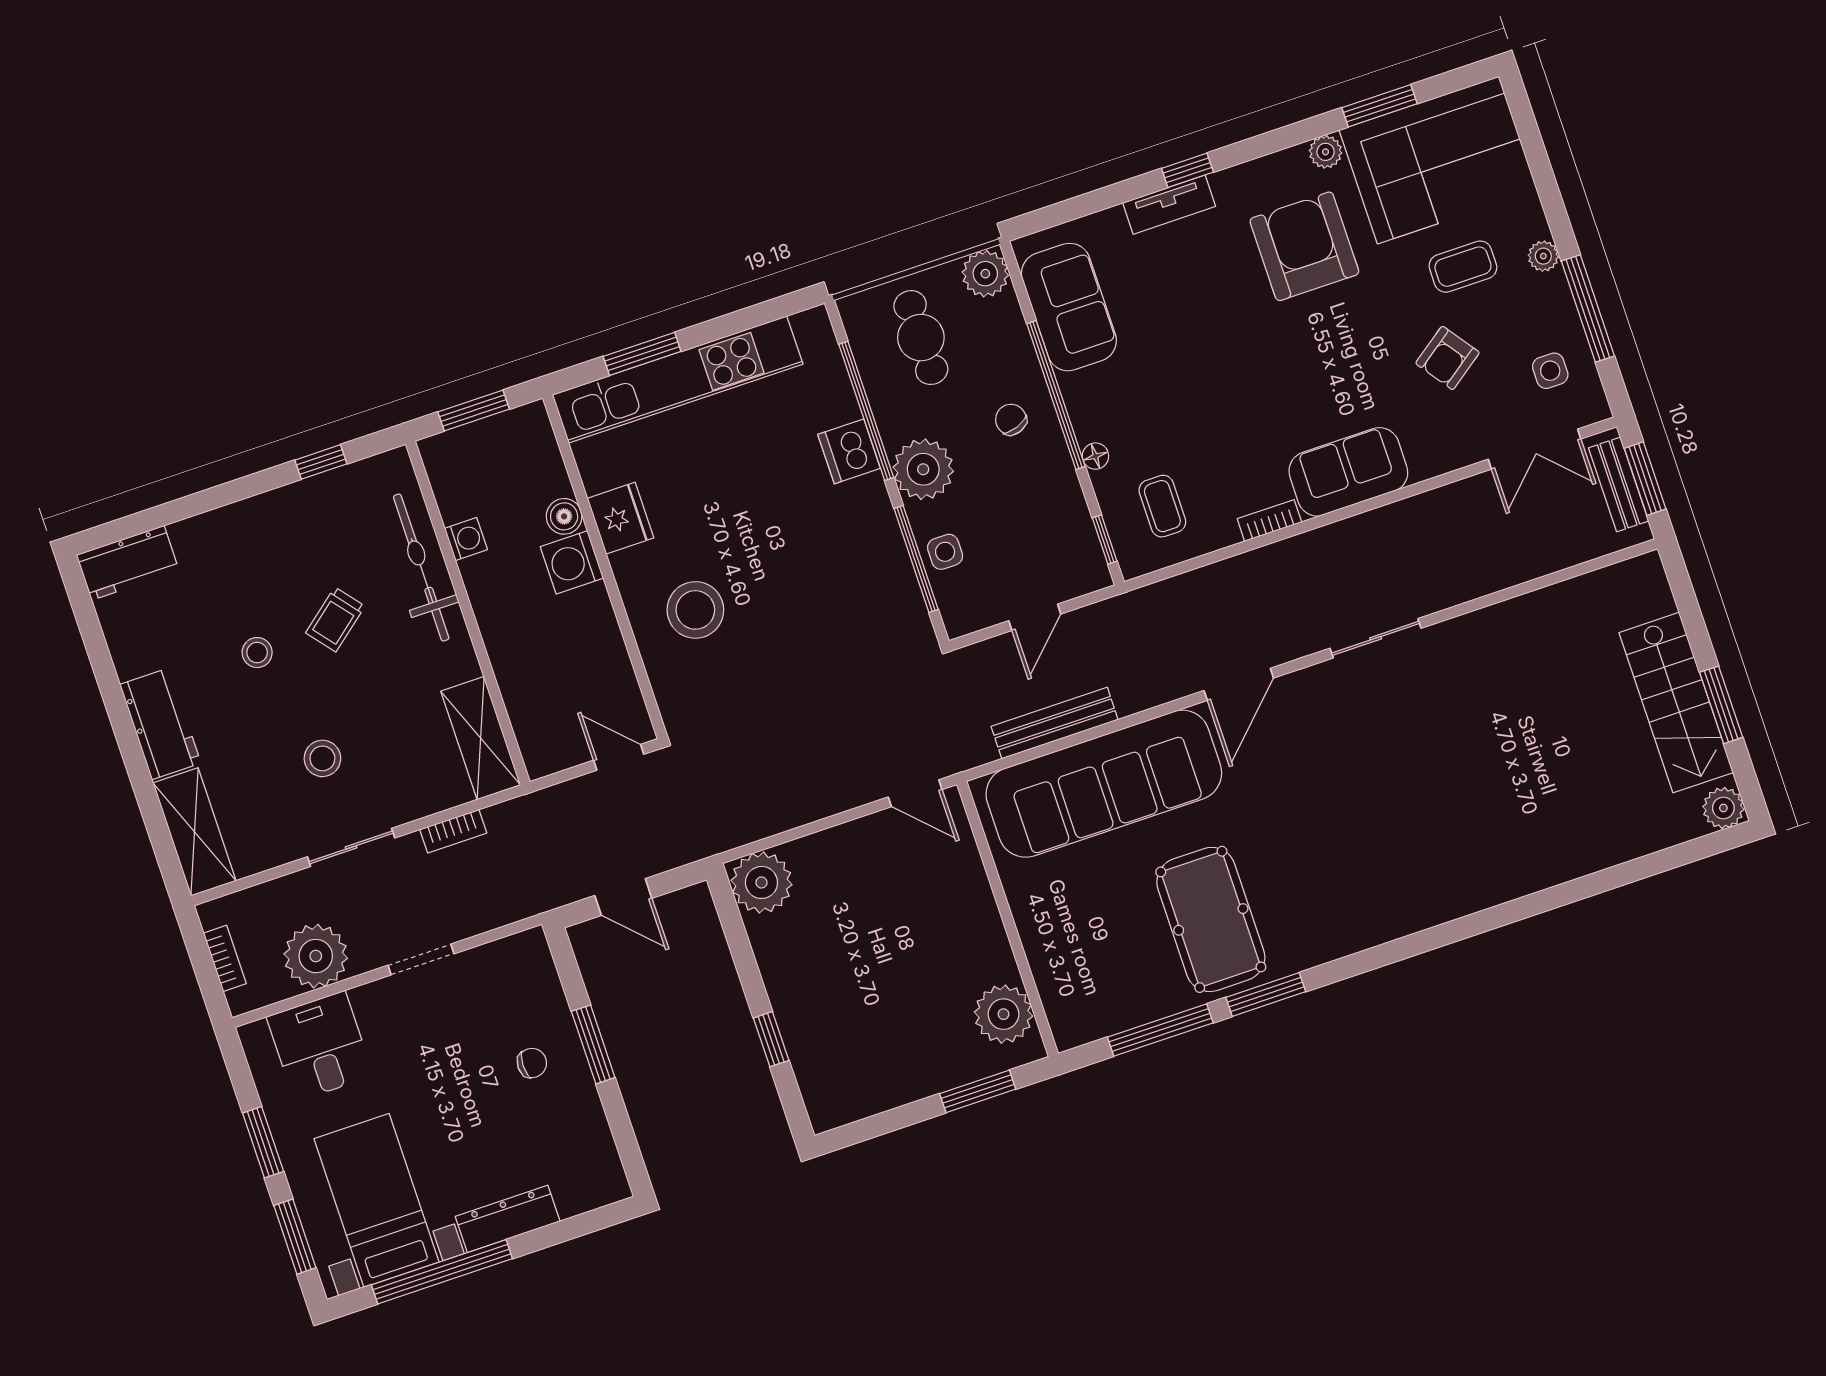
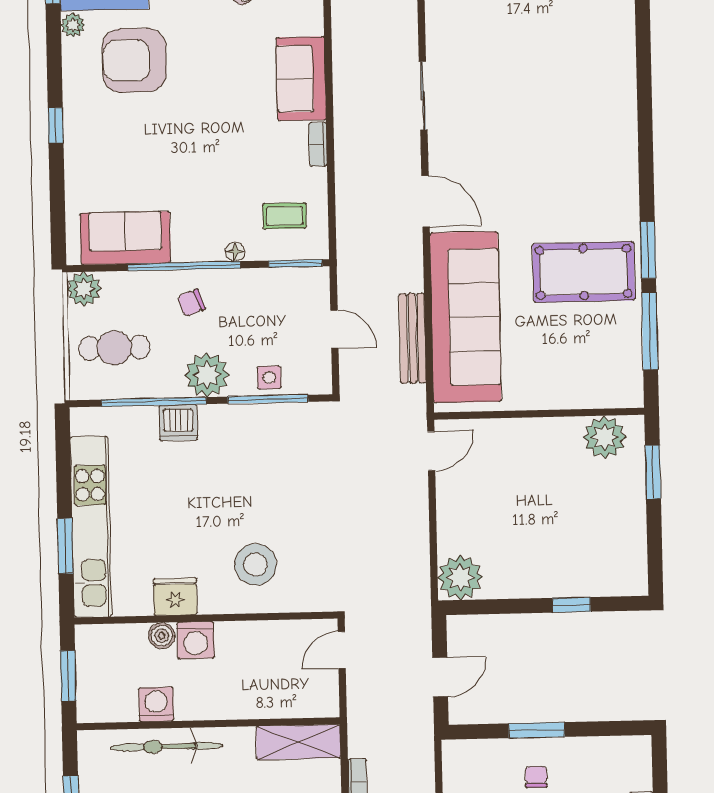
tv unit: (1169, 205) -> (76, 146), removed
washing machine: (466, 539) -> (156, 704), width x1.38, depth x1.38
window: (1105, 540) -> (295, 263), width x1.50

